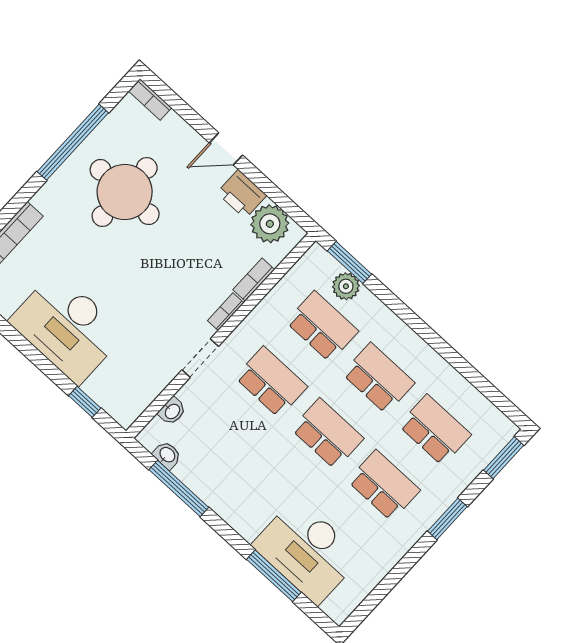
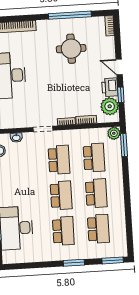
window: (270, 189) -> (121, 95), added
round table: (125, 192) -> (71, 49), width x0.73, depth x0.73
plant: (346, 286) -> (114, 133), moved

